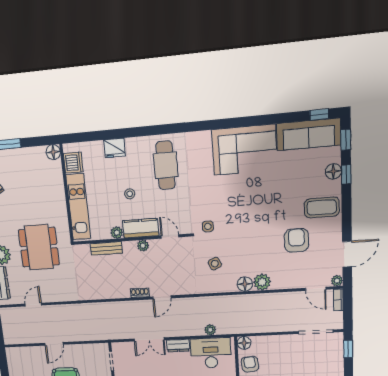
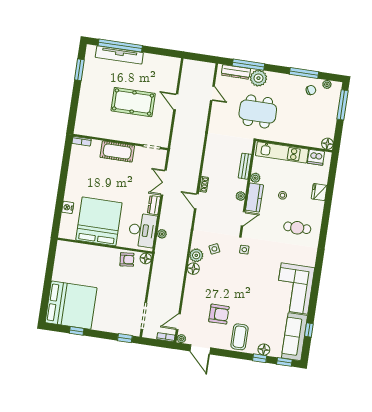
window: (319, 114) -> (309, 330), moved
cafe table: (166, 165) -> (297, 228), width x0.73, depth x0.74
plant: (262, 282) -> (196, 255), moved

